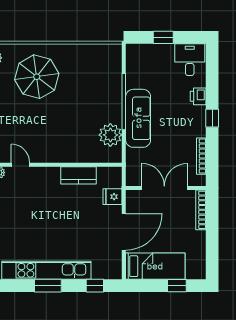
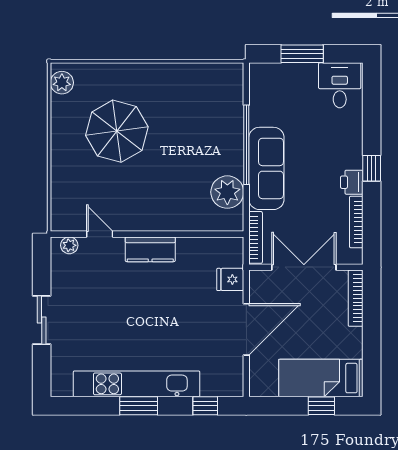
window: (163, 37) -> (302, 54), width x1.50
parasol: (37, 77) -> (117, 131), moved
printer: (198, 96) -> (352, 182), moved
bookcase: (130, 167) -> (256, 237), added
kitchen counter: (79, 175) -> (150, 249), moved
bed: (155, 266) -> (321, 378), moved, turned 180

